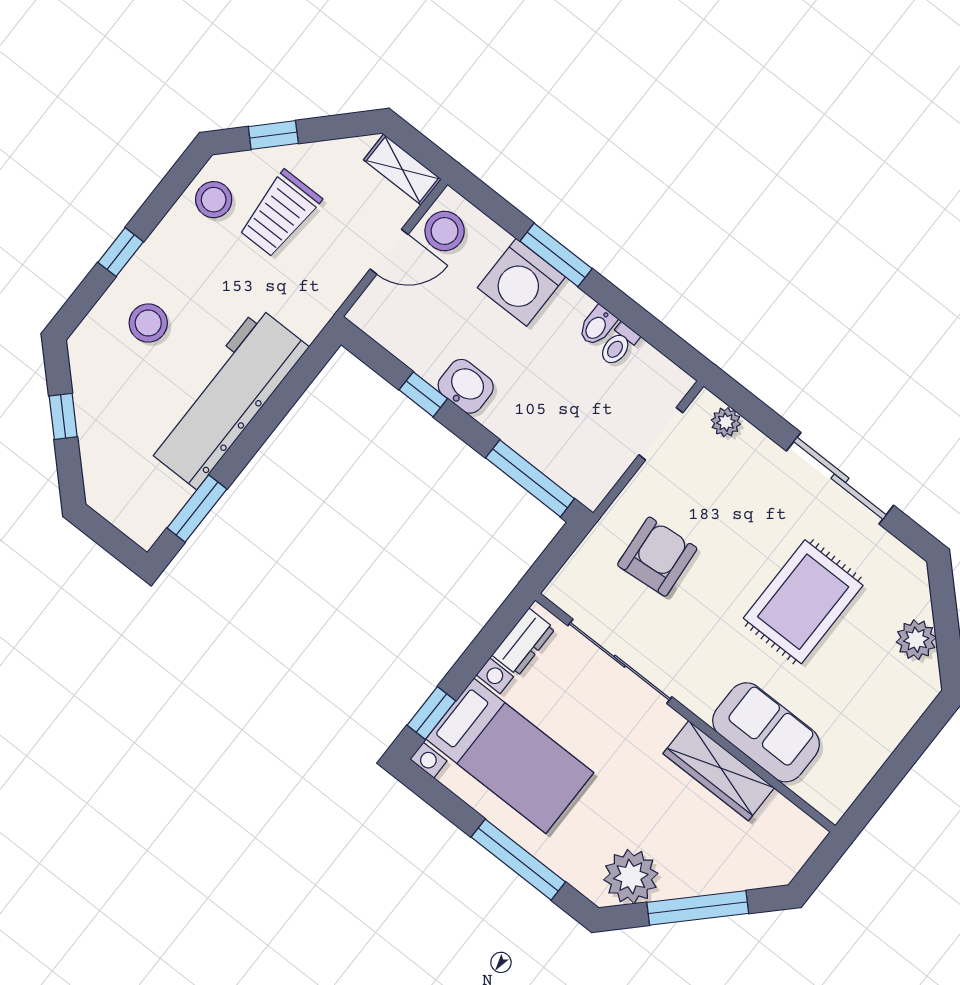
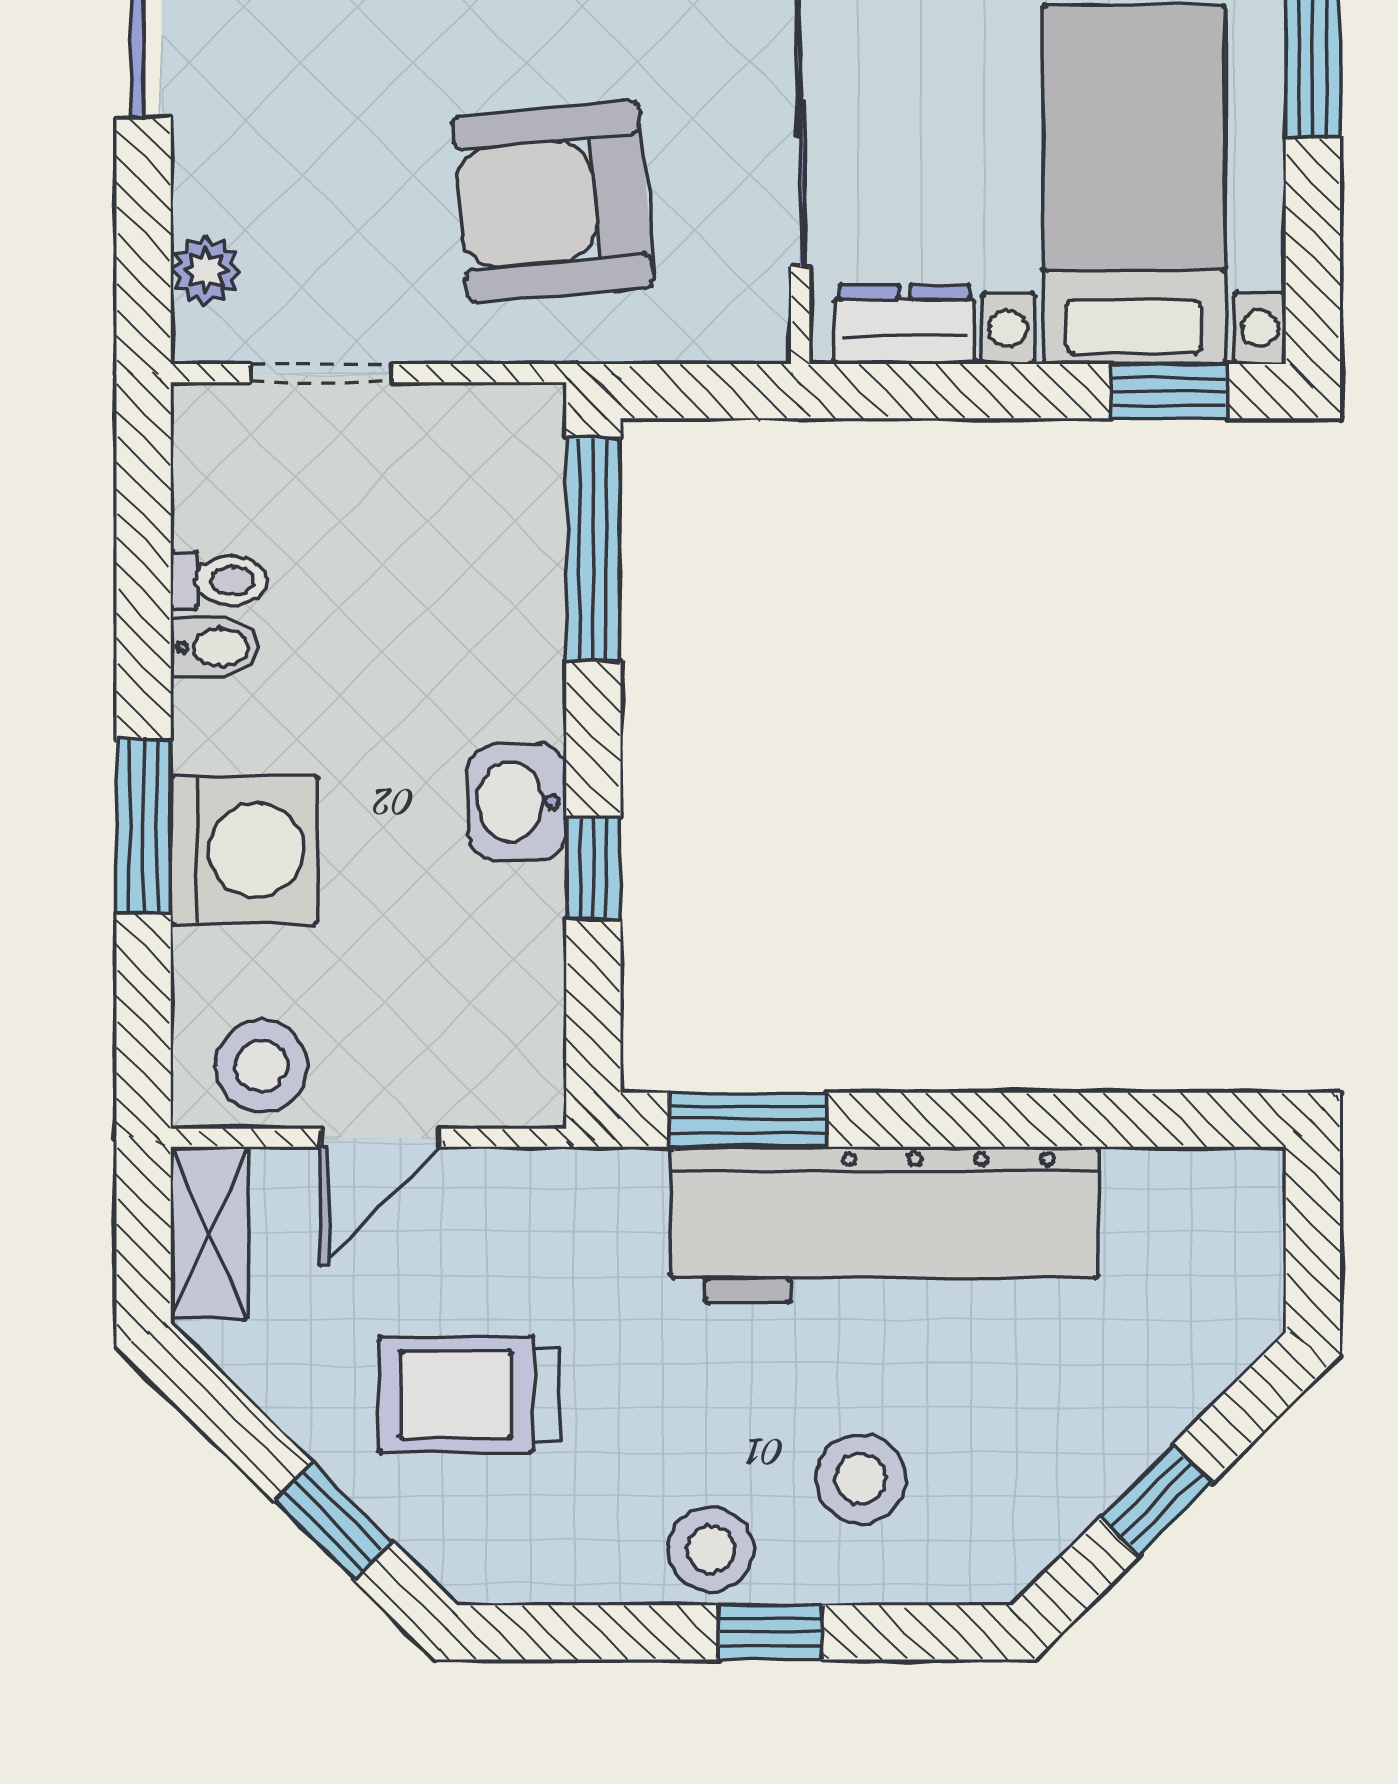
stool: (214, 200) -> (711, 1549), moved
trolley: (280, 214) -> (468, 1394), turned 180
door: (389, 252) -> (380, 1138), swing flipped
window: (197, 509) -> (748, 1120), moved
armchair: (657, 557) -> (553, 202), width x1.36, depth x1.36

